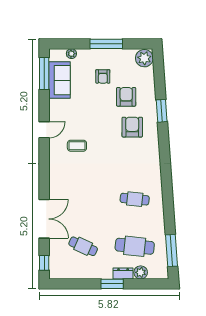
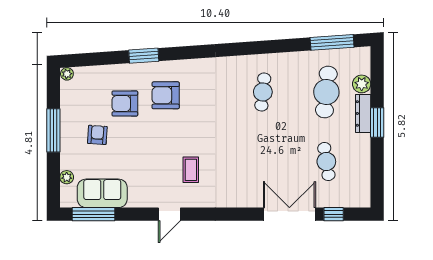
plant: (144, 58) -> (67, 74), width x0.53, depth x0.53
armchair: (103, 76) -> (97, 135), turned -86
door: (44, 130) -> (169, 214), swing flipped
cafe table: (83, 246) -> (326, 162), turned -33
window: (44, 263) -> (334, 214), moved
dresser: (123, 274) -> (363, 113), width x1.44

